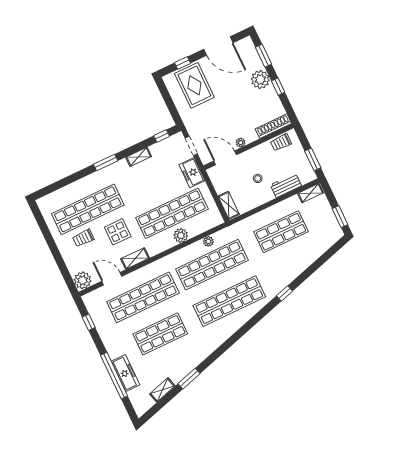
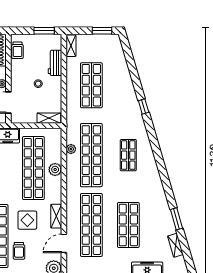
shop shelf: (229, 301) -> (128, 155), width x0.50, depth x0.74

